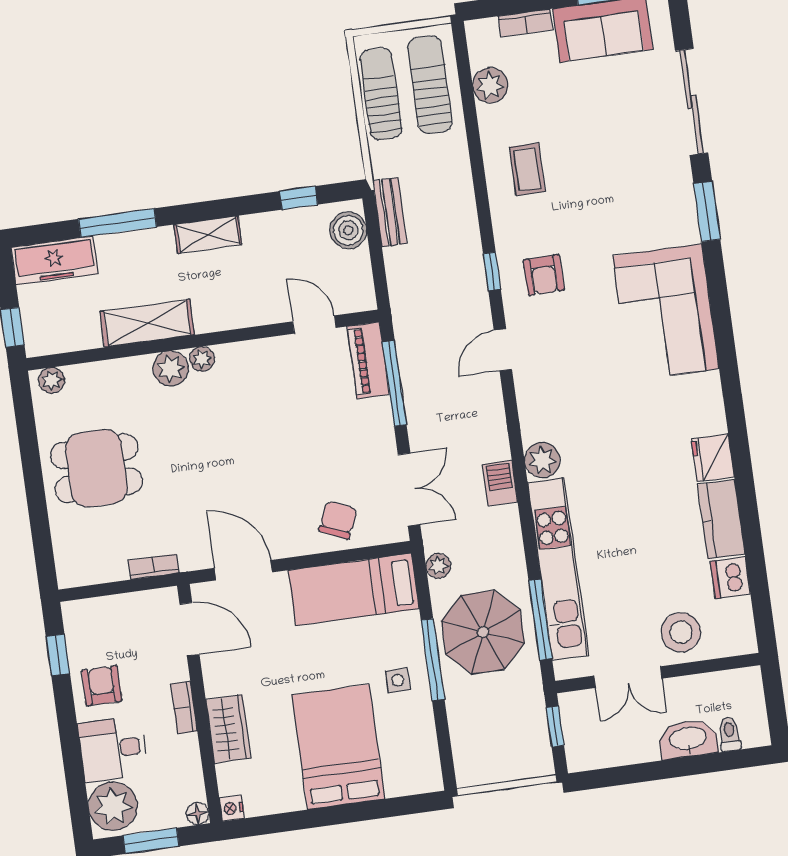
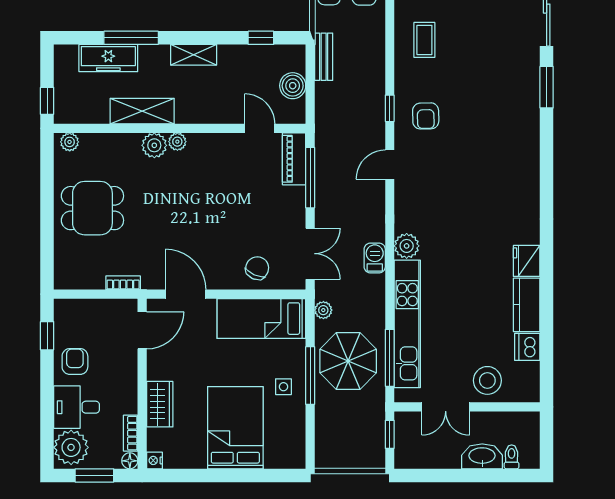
boiler: (348, 230) -> (293, 86), moved
freezer: (54, 261) -> (108, 58), moved
corner sofa: (666, 312) -> (508, 154), removed
door: (190, 629) -> (142, 330), hinge flipped
bookcase: (184, 708) -> (131, 433), moved

